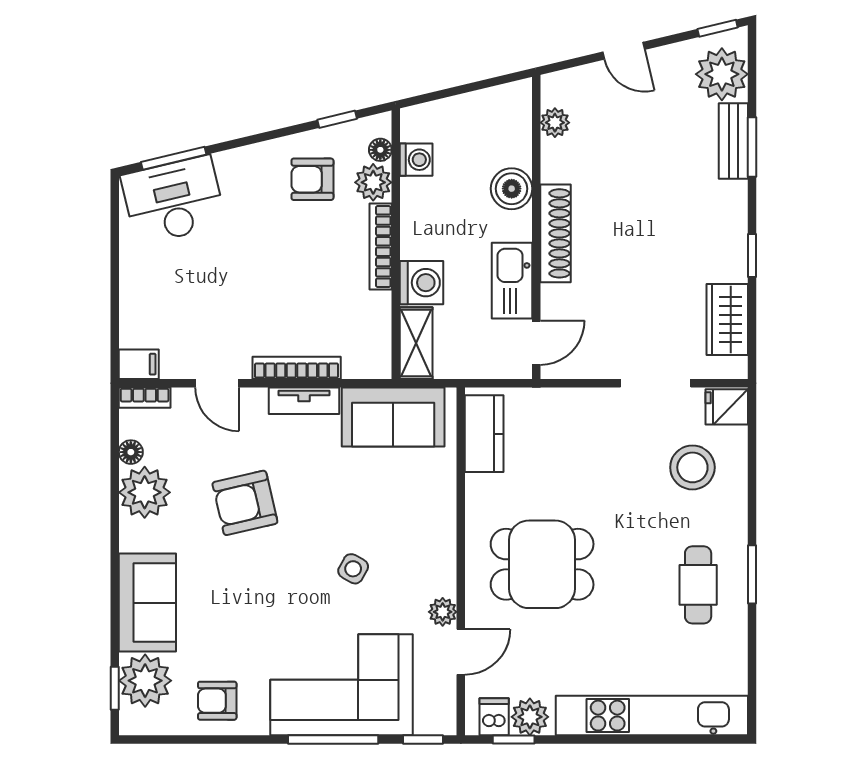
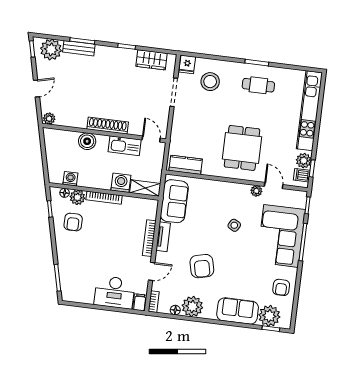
plant: (555, 123) -> (49, 119), moved
desk: (173, 200) -> (114, 292), moved, turned -77

